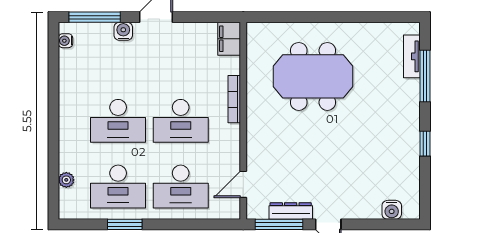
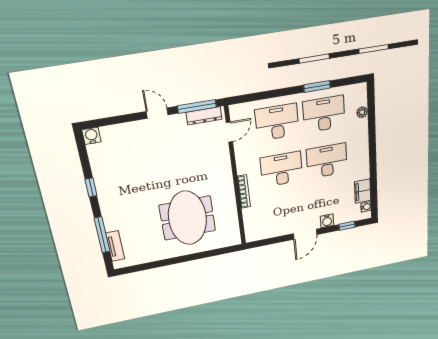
window: (95, 17) -> (347, 226), width x0.46
filing cabinet: (229, 39) -> (363, 191), moved, turned 180
meeting table: (313, 76) -> (188, 218), turned 90
water cooler: (392, 210) -> (92, 136), moved
dresser: (291, 211) -> (204, 116), moved

